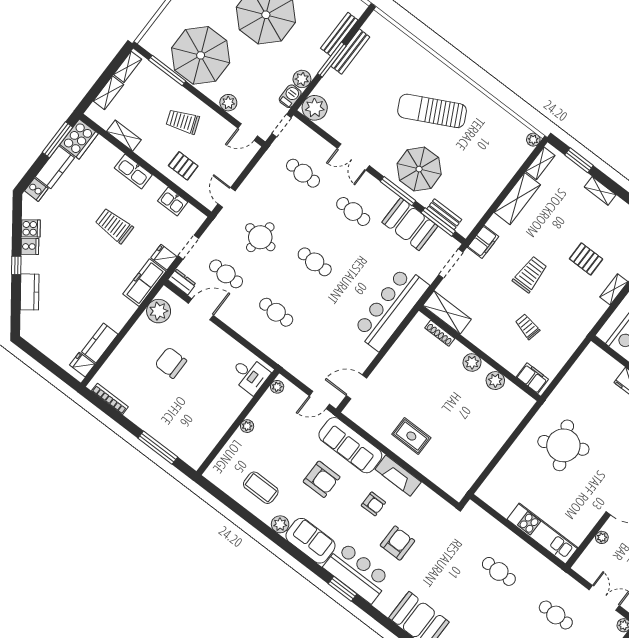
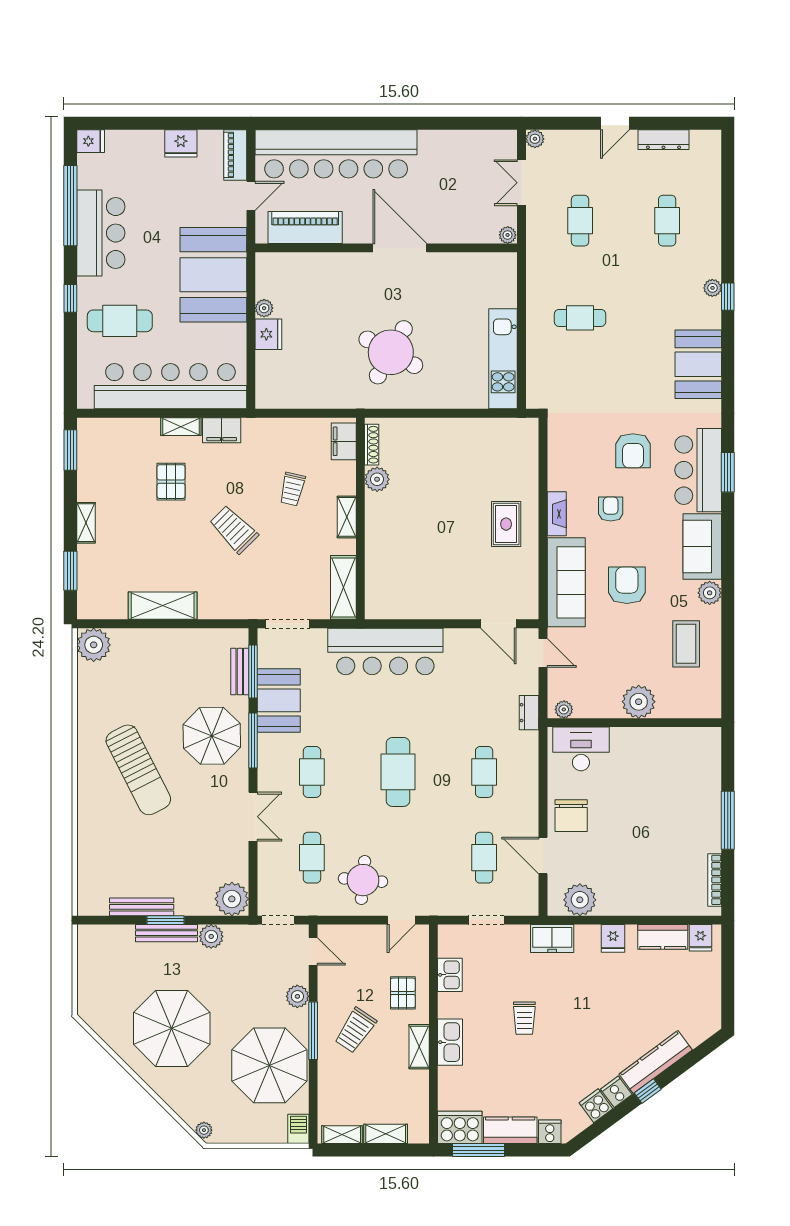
bench: (339, 34) -> (167, 933), moved
window: (332, 60) -> (166, 920), width x0.69
window: (167, 70) -> (313, 1031), moved
barbecue: (290, 96) -> (298, 1129), moved, turned 90
trolley: (183, 121) -> (355, 1030), turned 55
shelving: (124, 136) -> (419, 1047), moved
plant: (533, 140) -> (94, 645), width x1.88, depth x1.88
shelving: (540, 163) -> (347, 517), moved, turned 90
trolley: (114, 226) -> (524, 1018), width x0.73, depth x0.72
round table: (260, 237) -> (363, 880), moved
filing cabinet: (483, 242) -> (222, 430), moved, turned 180
fridge: (164, 257) -> (613, 938), moved
cafe table: (315, 262) -> (398, 772), width x1.37, depth x1.35
trolley: (530, 274) -> (234, 529), turned 45
dresser: (182, 282) -> (529, 713), moved
freezer: (144, 283) -> (552, 939), width x0.71
kitchen counter: (30, 292) -> (656, 1062), width x1.50
shoe rack: (440, 333) -> (372, 445), moved
plant: (472, 362) -> (377, 519), removed
chair: (171, 363) -> (571, 816), moved
desk: (250, 375) -> (581, 749), width x1.37
plant: (247, 426) -> (639, 702), width x1.87, depth x1.87
round table: (563, 445) -> (391, 352), turned -35
window: (158, 448) -> (728, 820), moved
fireplace: (398, 476) -> (557, 514), width x0.73, depth x0.76
kitchen unit: (542, 534) -> (503, 359), moved
plant: (602, 537) -> (508, 235), moved
armchair: (397, 543) -> (633, 451), turned -90
cafe table: (499, 571) -> (580, 318), turned 90

